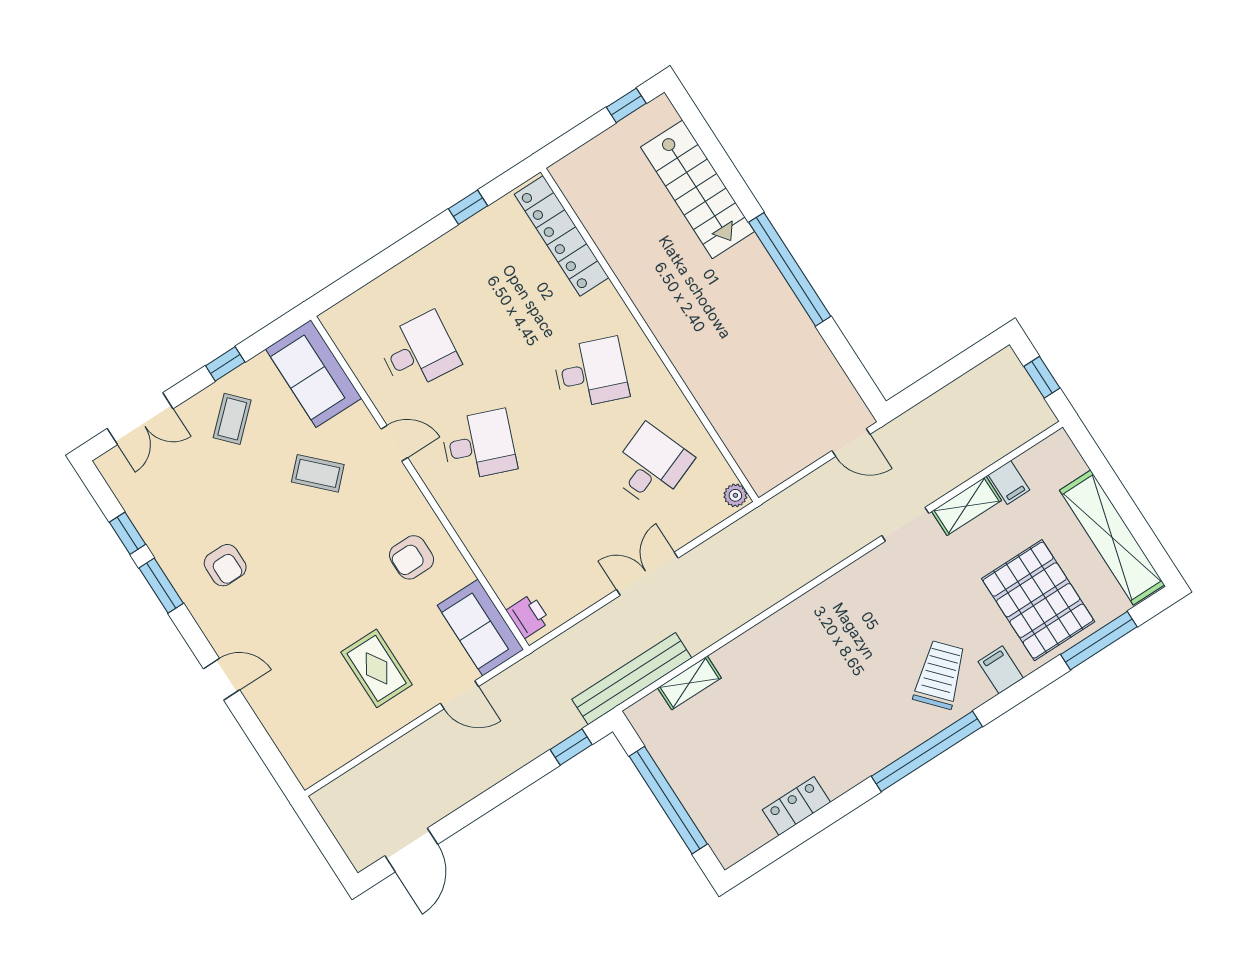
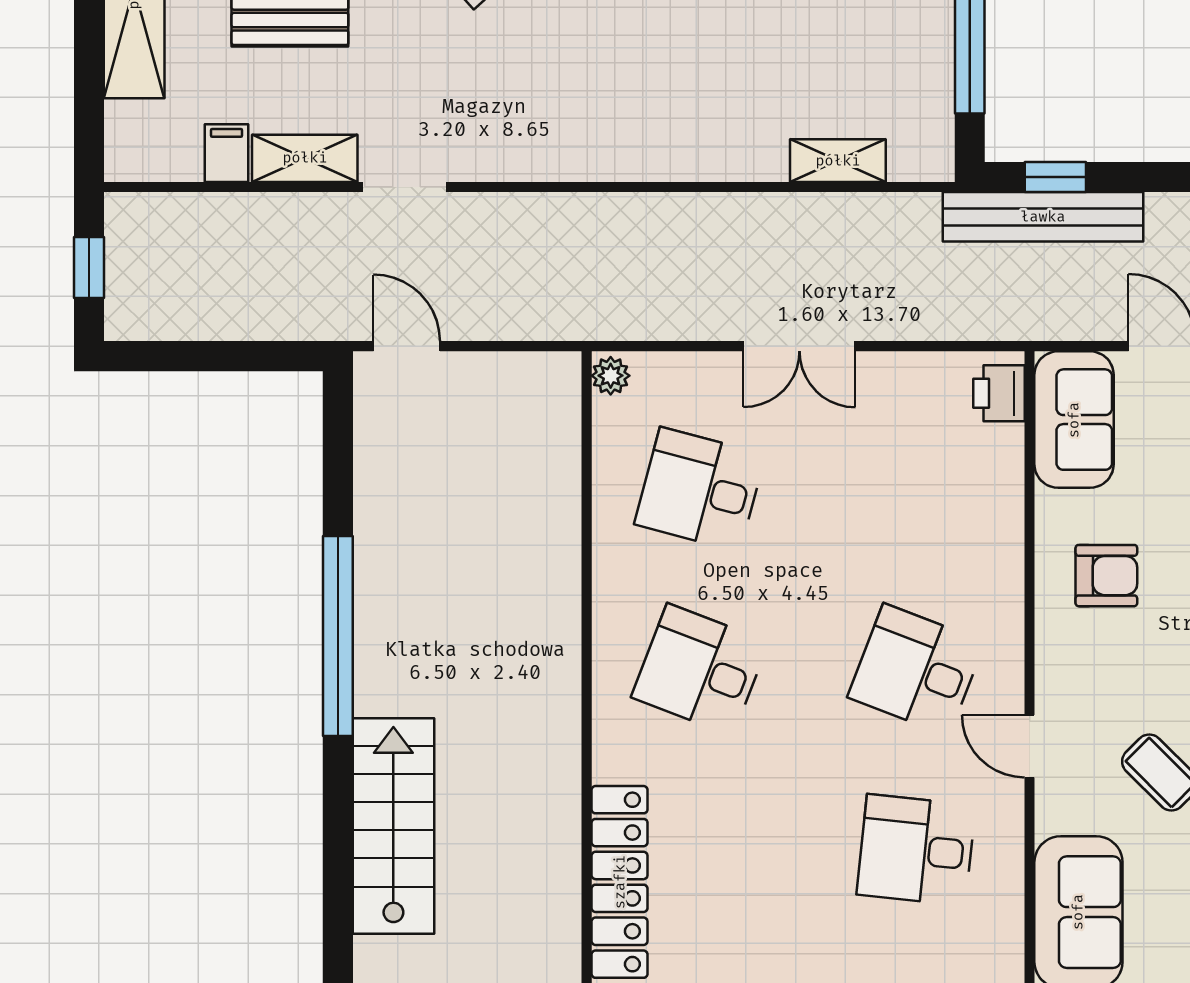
desk: (651, 466) -> (700, 489), turned 36
bench: (632, 679) -> (1043, 217), moved

